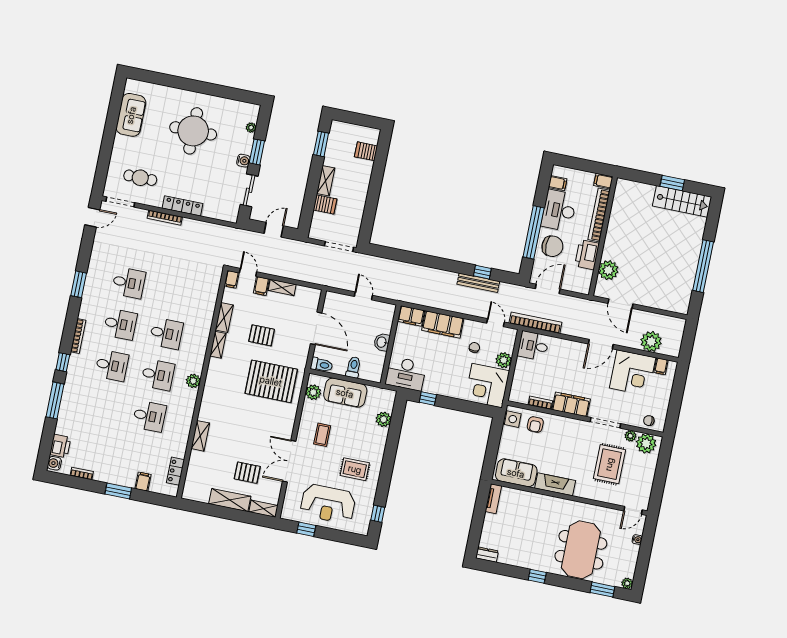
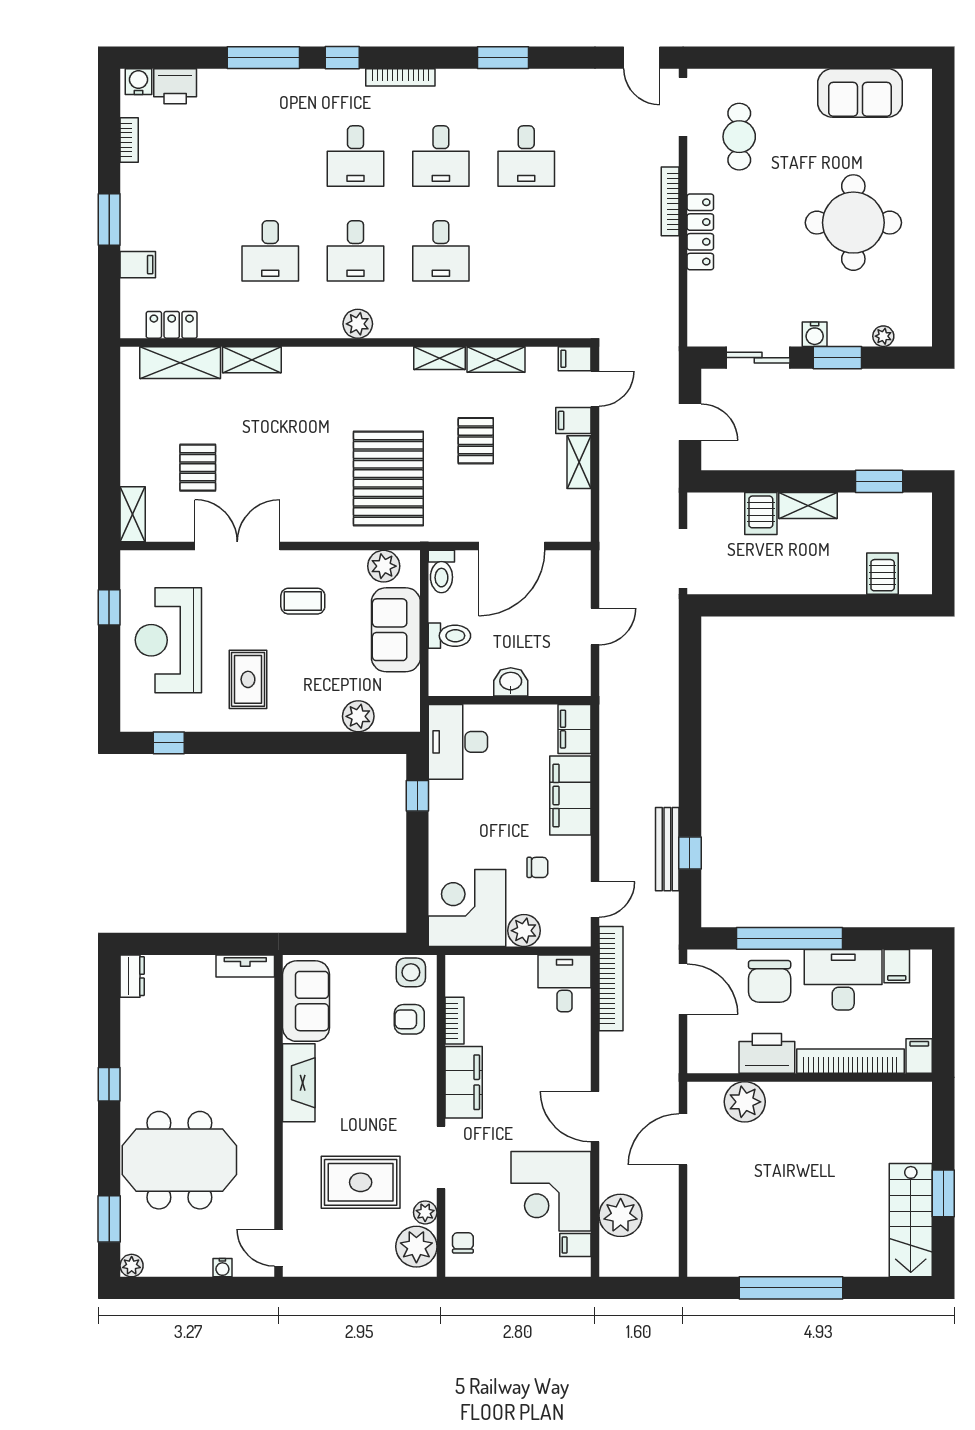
shelving: (230, 500) -> (180, 363), moved, turned 90

